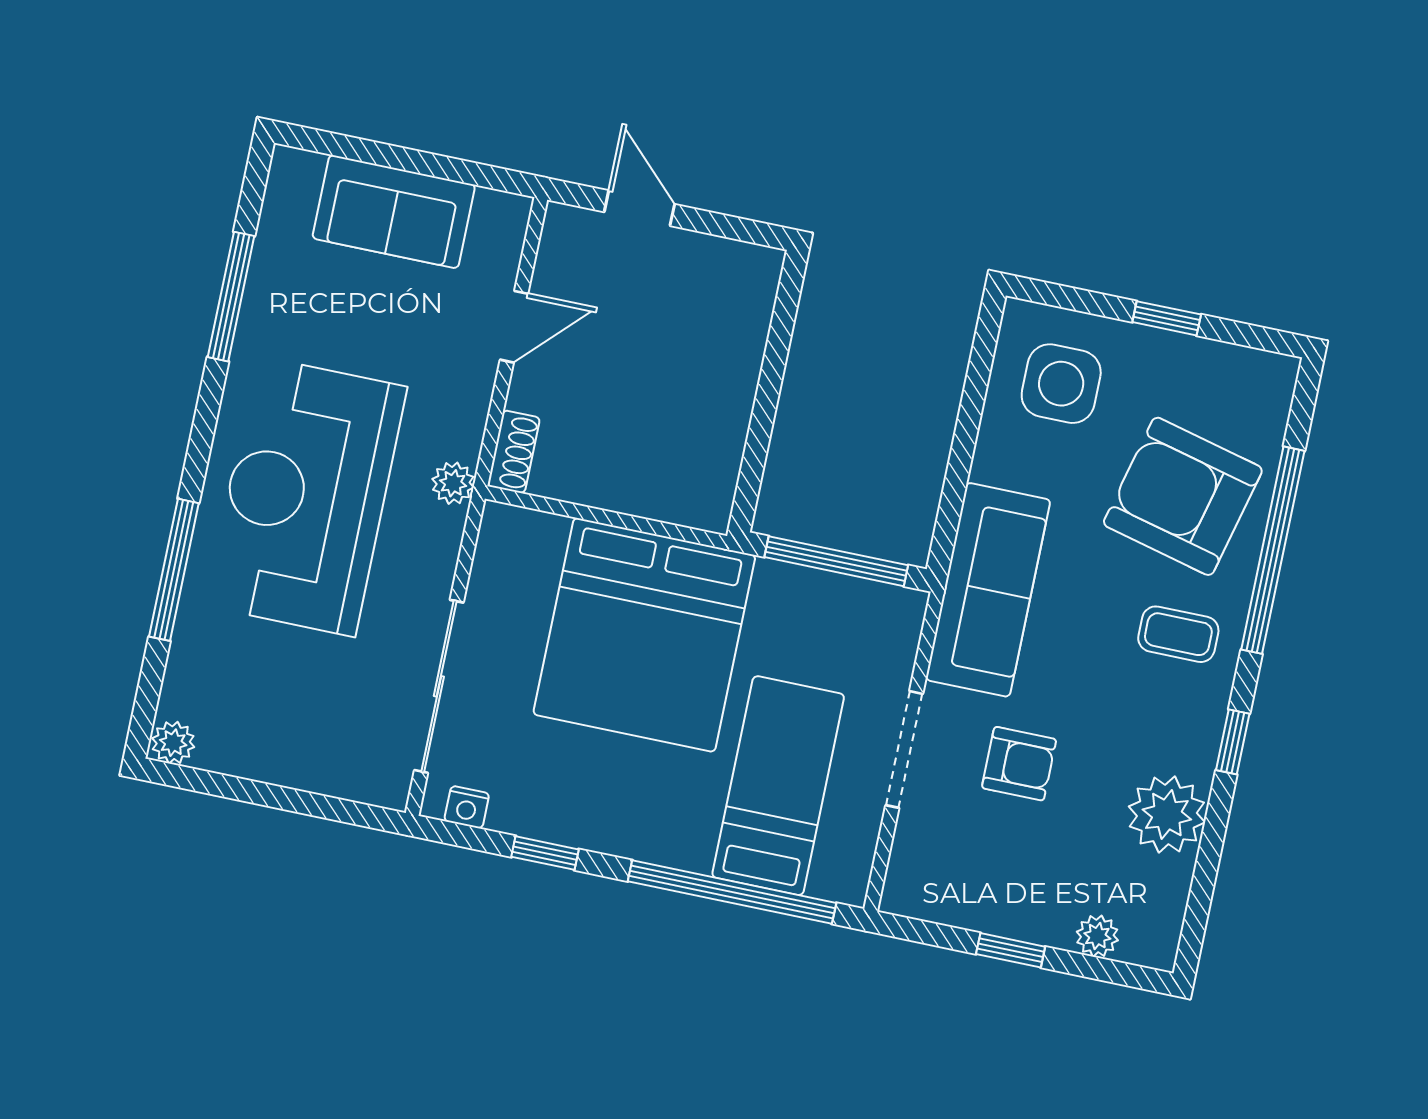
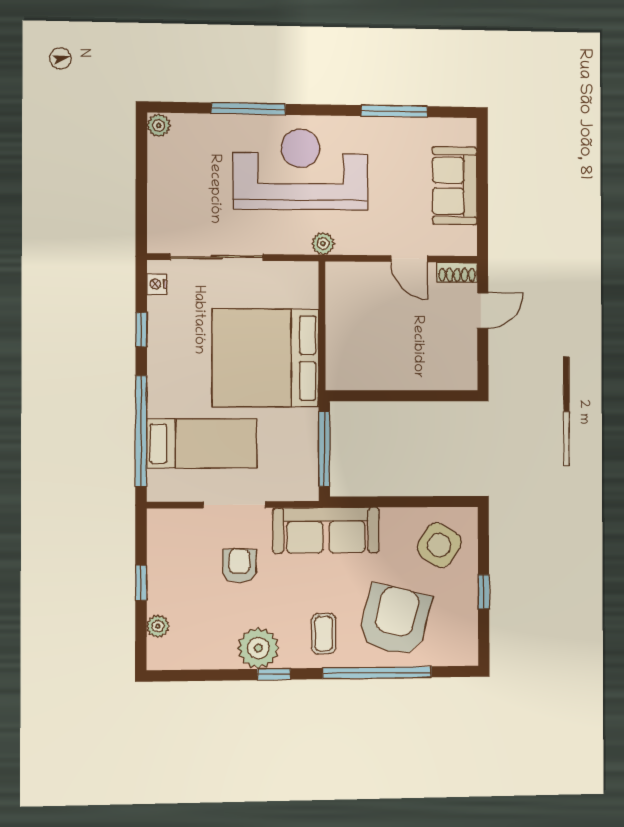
side table: (1061, 384) -> (439, 545), turned 33
shoe rack: (514, 452) -> (457, 272), moved
armchair: (1019, 764) -> (239, 566), turned 180
plant: (1167, 814) -> (258, 648), moved

